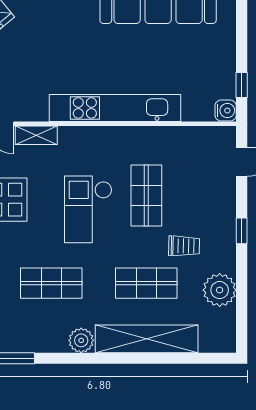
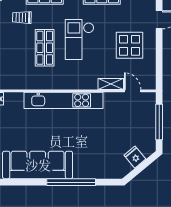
checkout: (88, 209) -> (80, 39), turned 180

